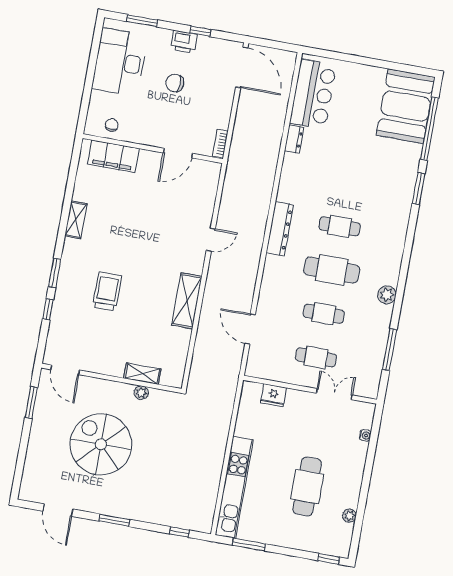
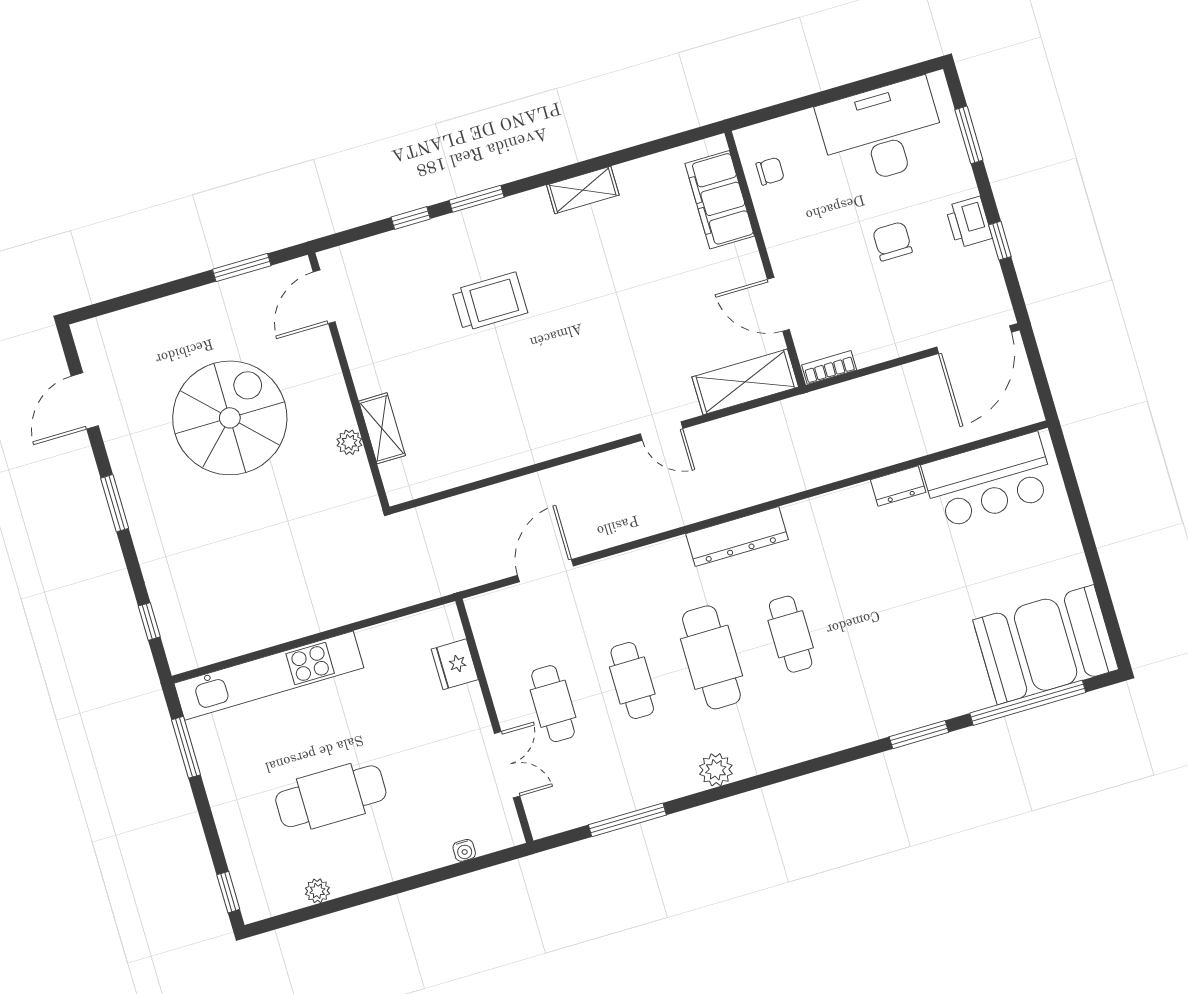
shelving: (187, 301) -> (745, 382), moved

